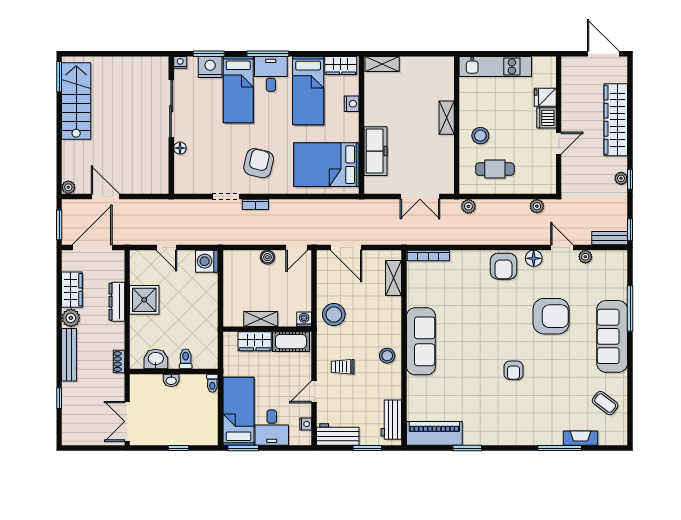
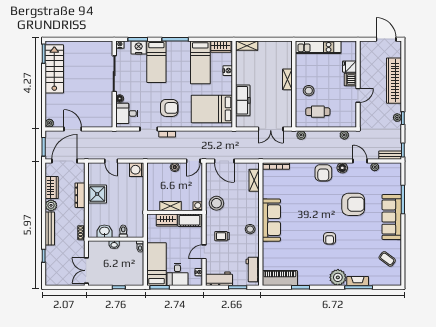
desk: (271, 74) -> (127, 113), moved, turned -90
armchair: (259, 163) -> (169, 108), turned 77
plant: (527, 432) -> (338, 277), added
fireplace: (581, 438) -> (358, 281), moved

